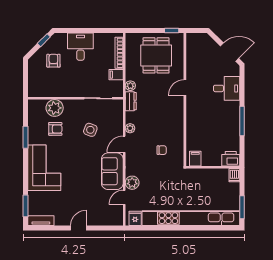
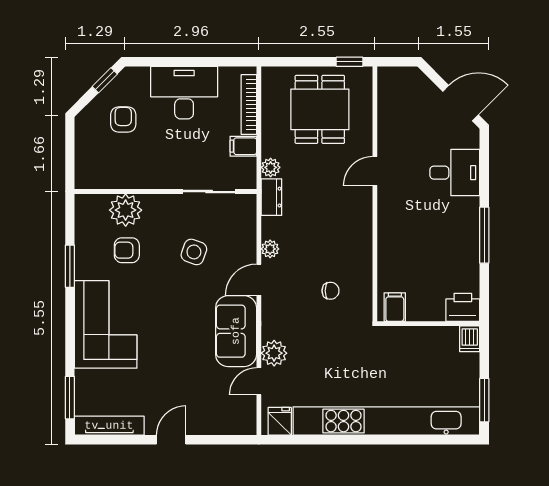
desk: (80, 47) -> (184, 93), width x1.37
armchair: (55, 129) -> (127, 250), turned 180
tv unit: (41, 221) -> (109, 426), width x1.41

